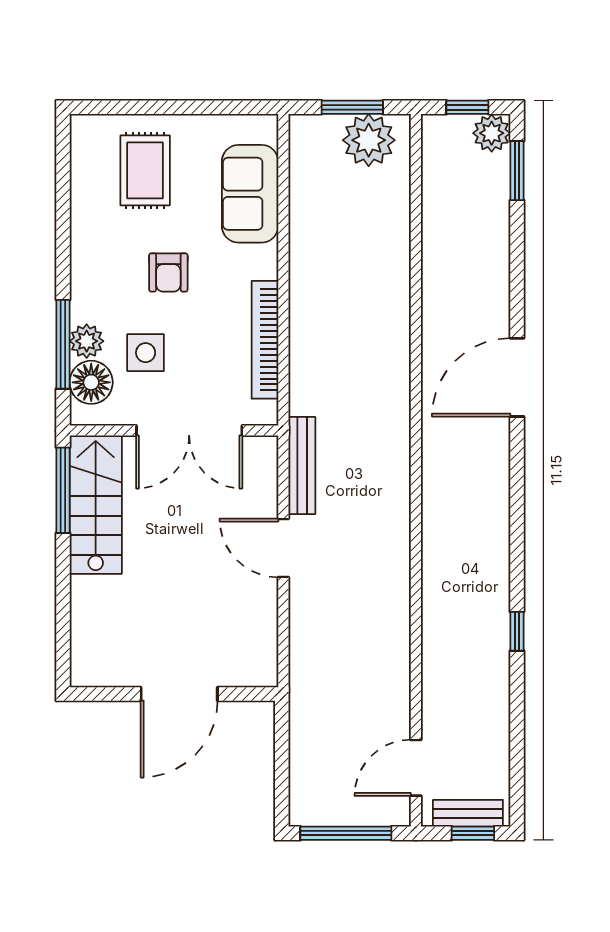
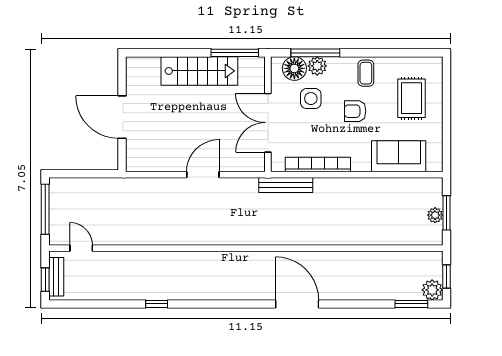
plant: (369, 140) -> (435, 215), width x0.53, depth x0.53
rug: (145, 170) -> (412, 98), turned 90
coffee table: (100, 253) -> (366, 73), added
bench: (302, 465) -> (286, 185), moved
stairs: (96, 505) -> (199, 71), moved
door: (416, 768) -> (81, 248), width x0.73

